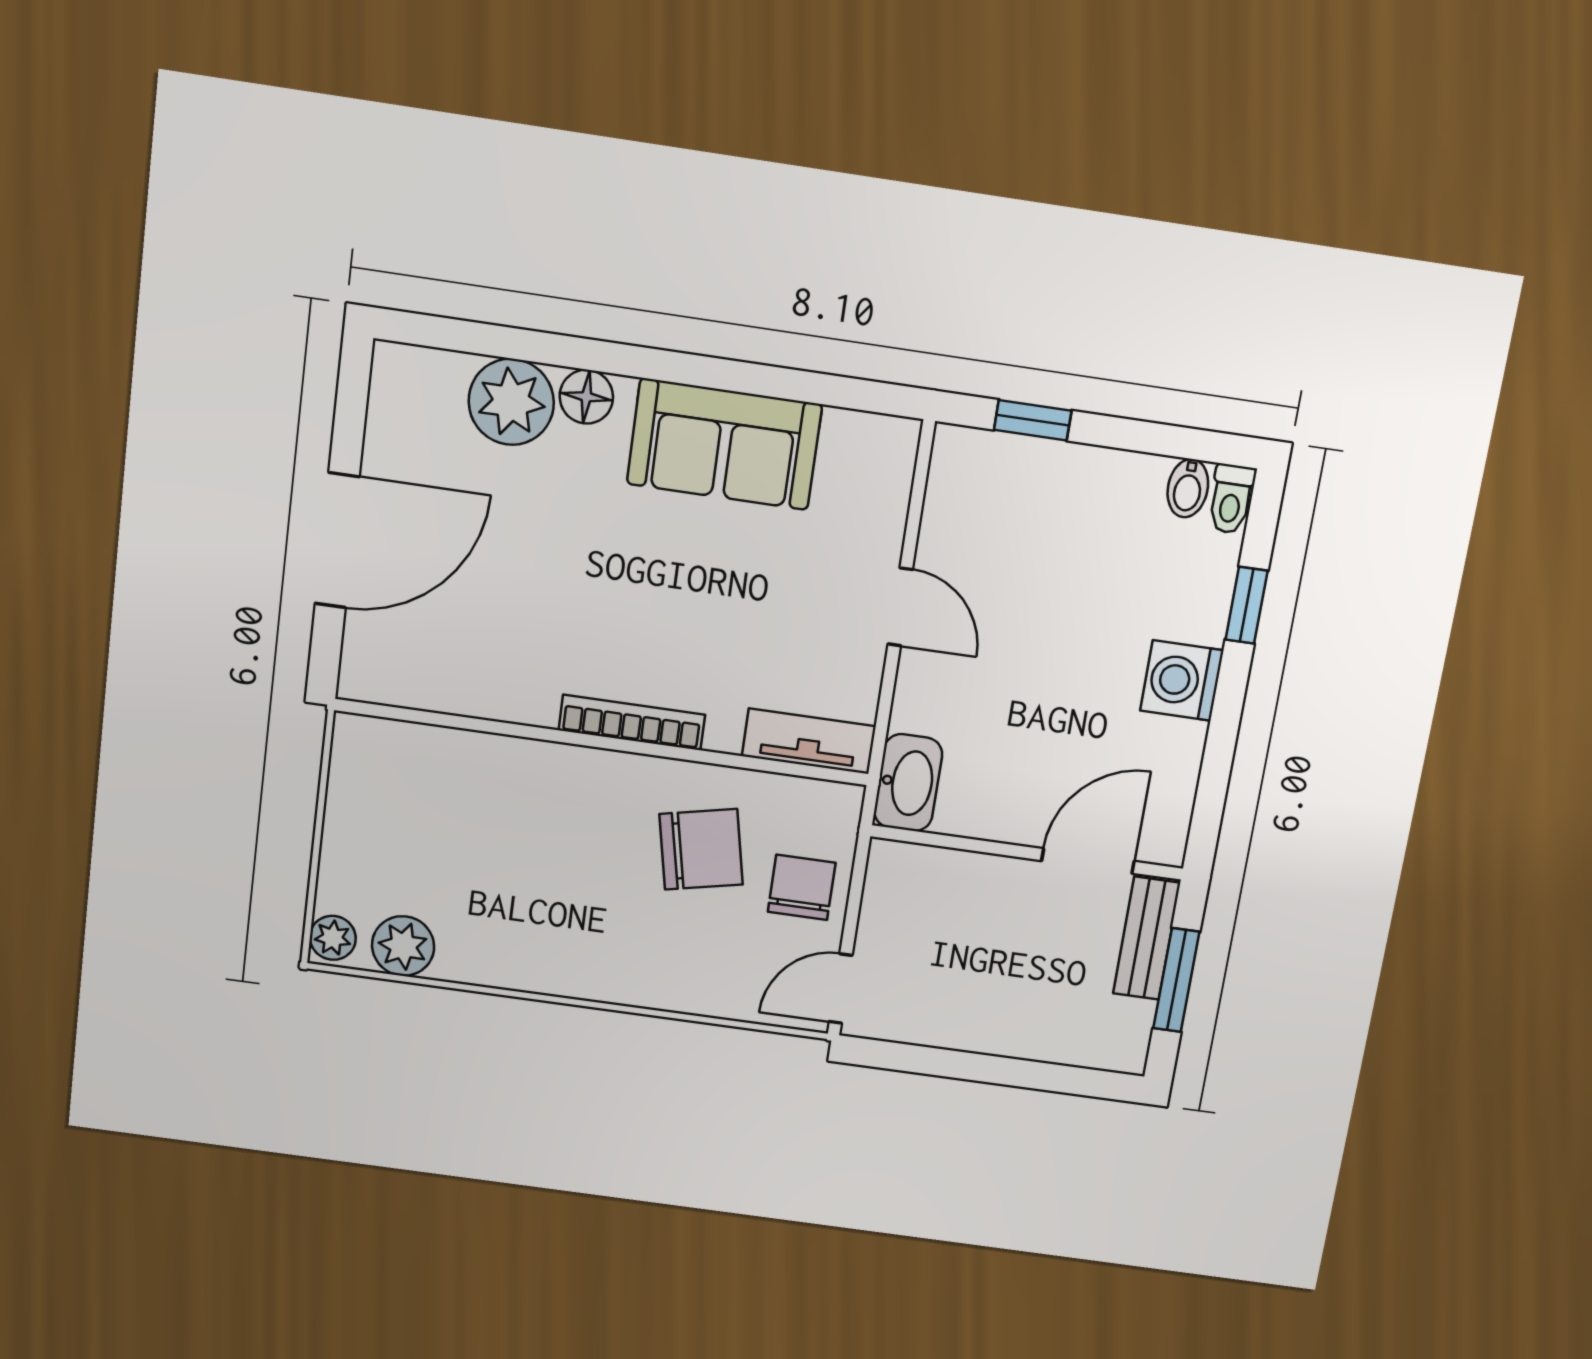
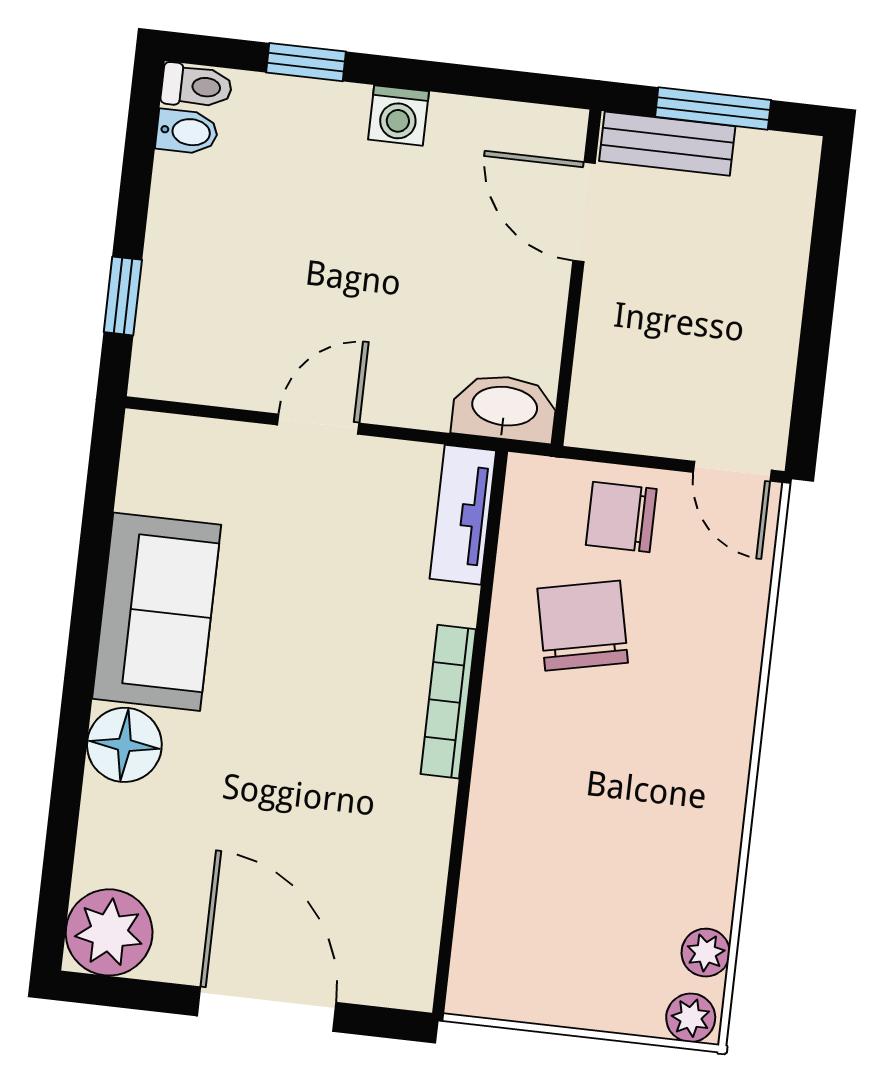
floor lamp: (586, 397) -> (124, 745), width x1.38, depth x1.38
plant: (511, 402) -> (109, 932), moved
washing machine: (1182, 680) -> (399, 115), width x0.73, depth x0.73
plant: (403, 946) -> (706, 953), width x0.73, depth x0.73

